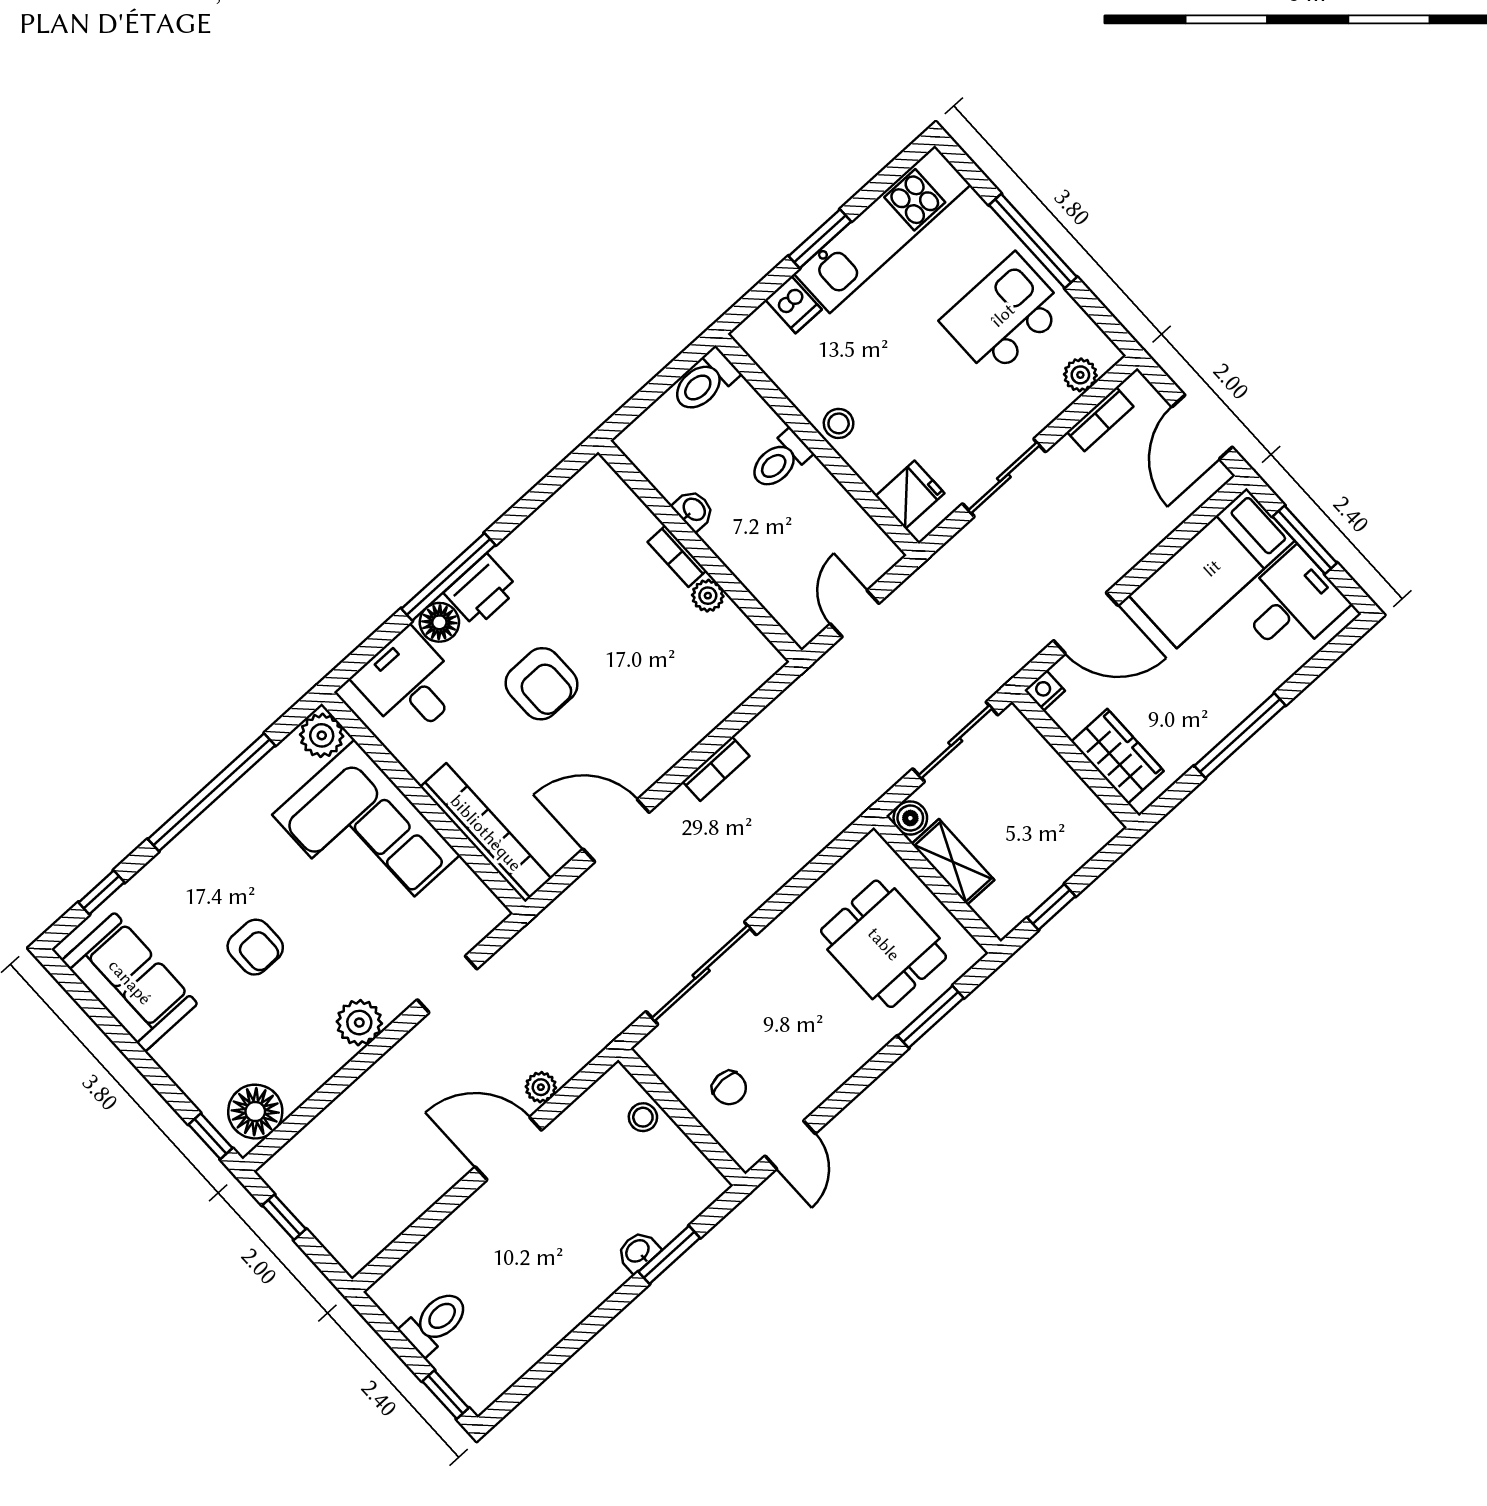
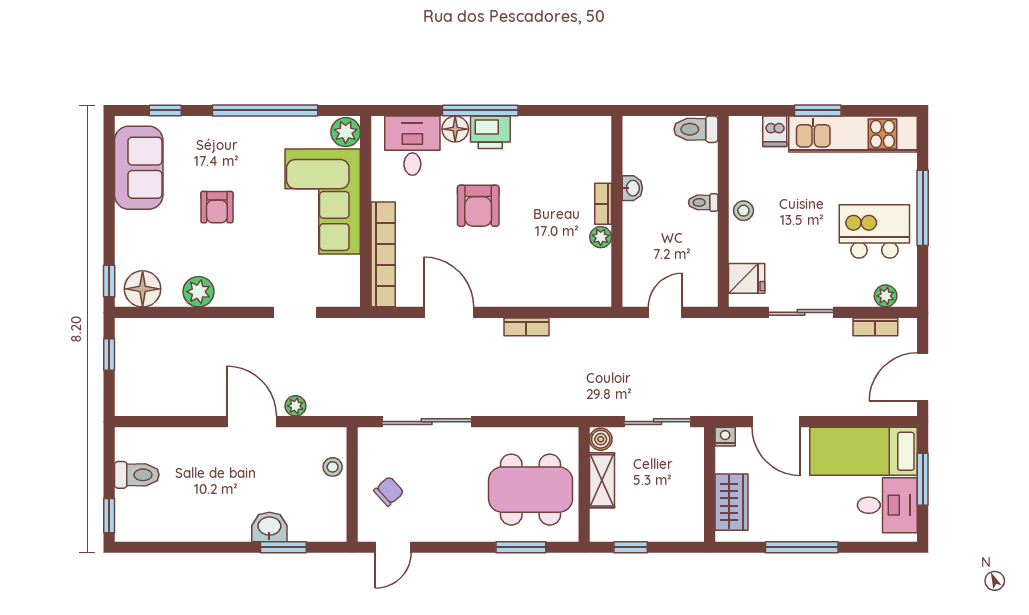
toilet: (780, 460) -> (703, 202), width x0.73, depth x0.72
dining table: (884, 944) -> (531, 490), width x1.38
plant: (359, 1023) -> (199, 292), moved
chair: (729, 1088) -> (389, 491), turned -132
washbasin: (638, 1252) -> (269, 527), width x1.38, depth x1.45

